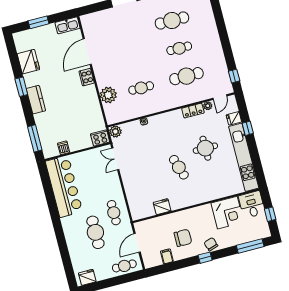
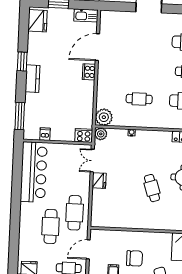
fridge: (28, 62) -> (38, 21), moved
plant: (108, 95) -> (104, 117), moved
fridge: (162, 207) -> (99, 181), moved, turned 90
cafe table: (114, 213) -> (75, 213), width x1.37, depth x1.35

